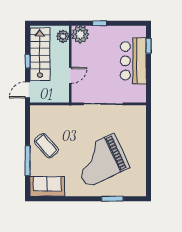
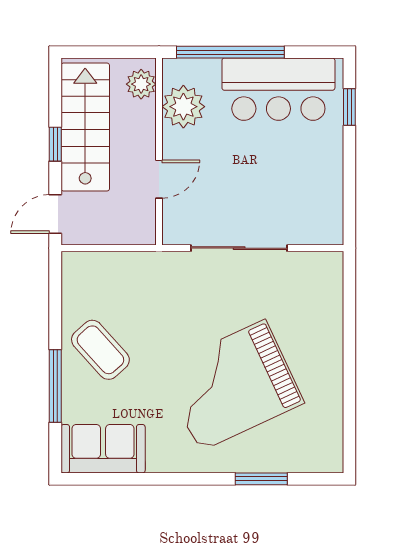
window: (100, 23) -> (230, 52), width x3.17
plant: (80, 34) -> (183, 107), moved
bar counter: (133, 61) -> (278, 89), moved, turned -90

